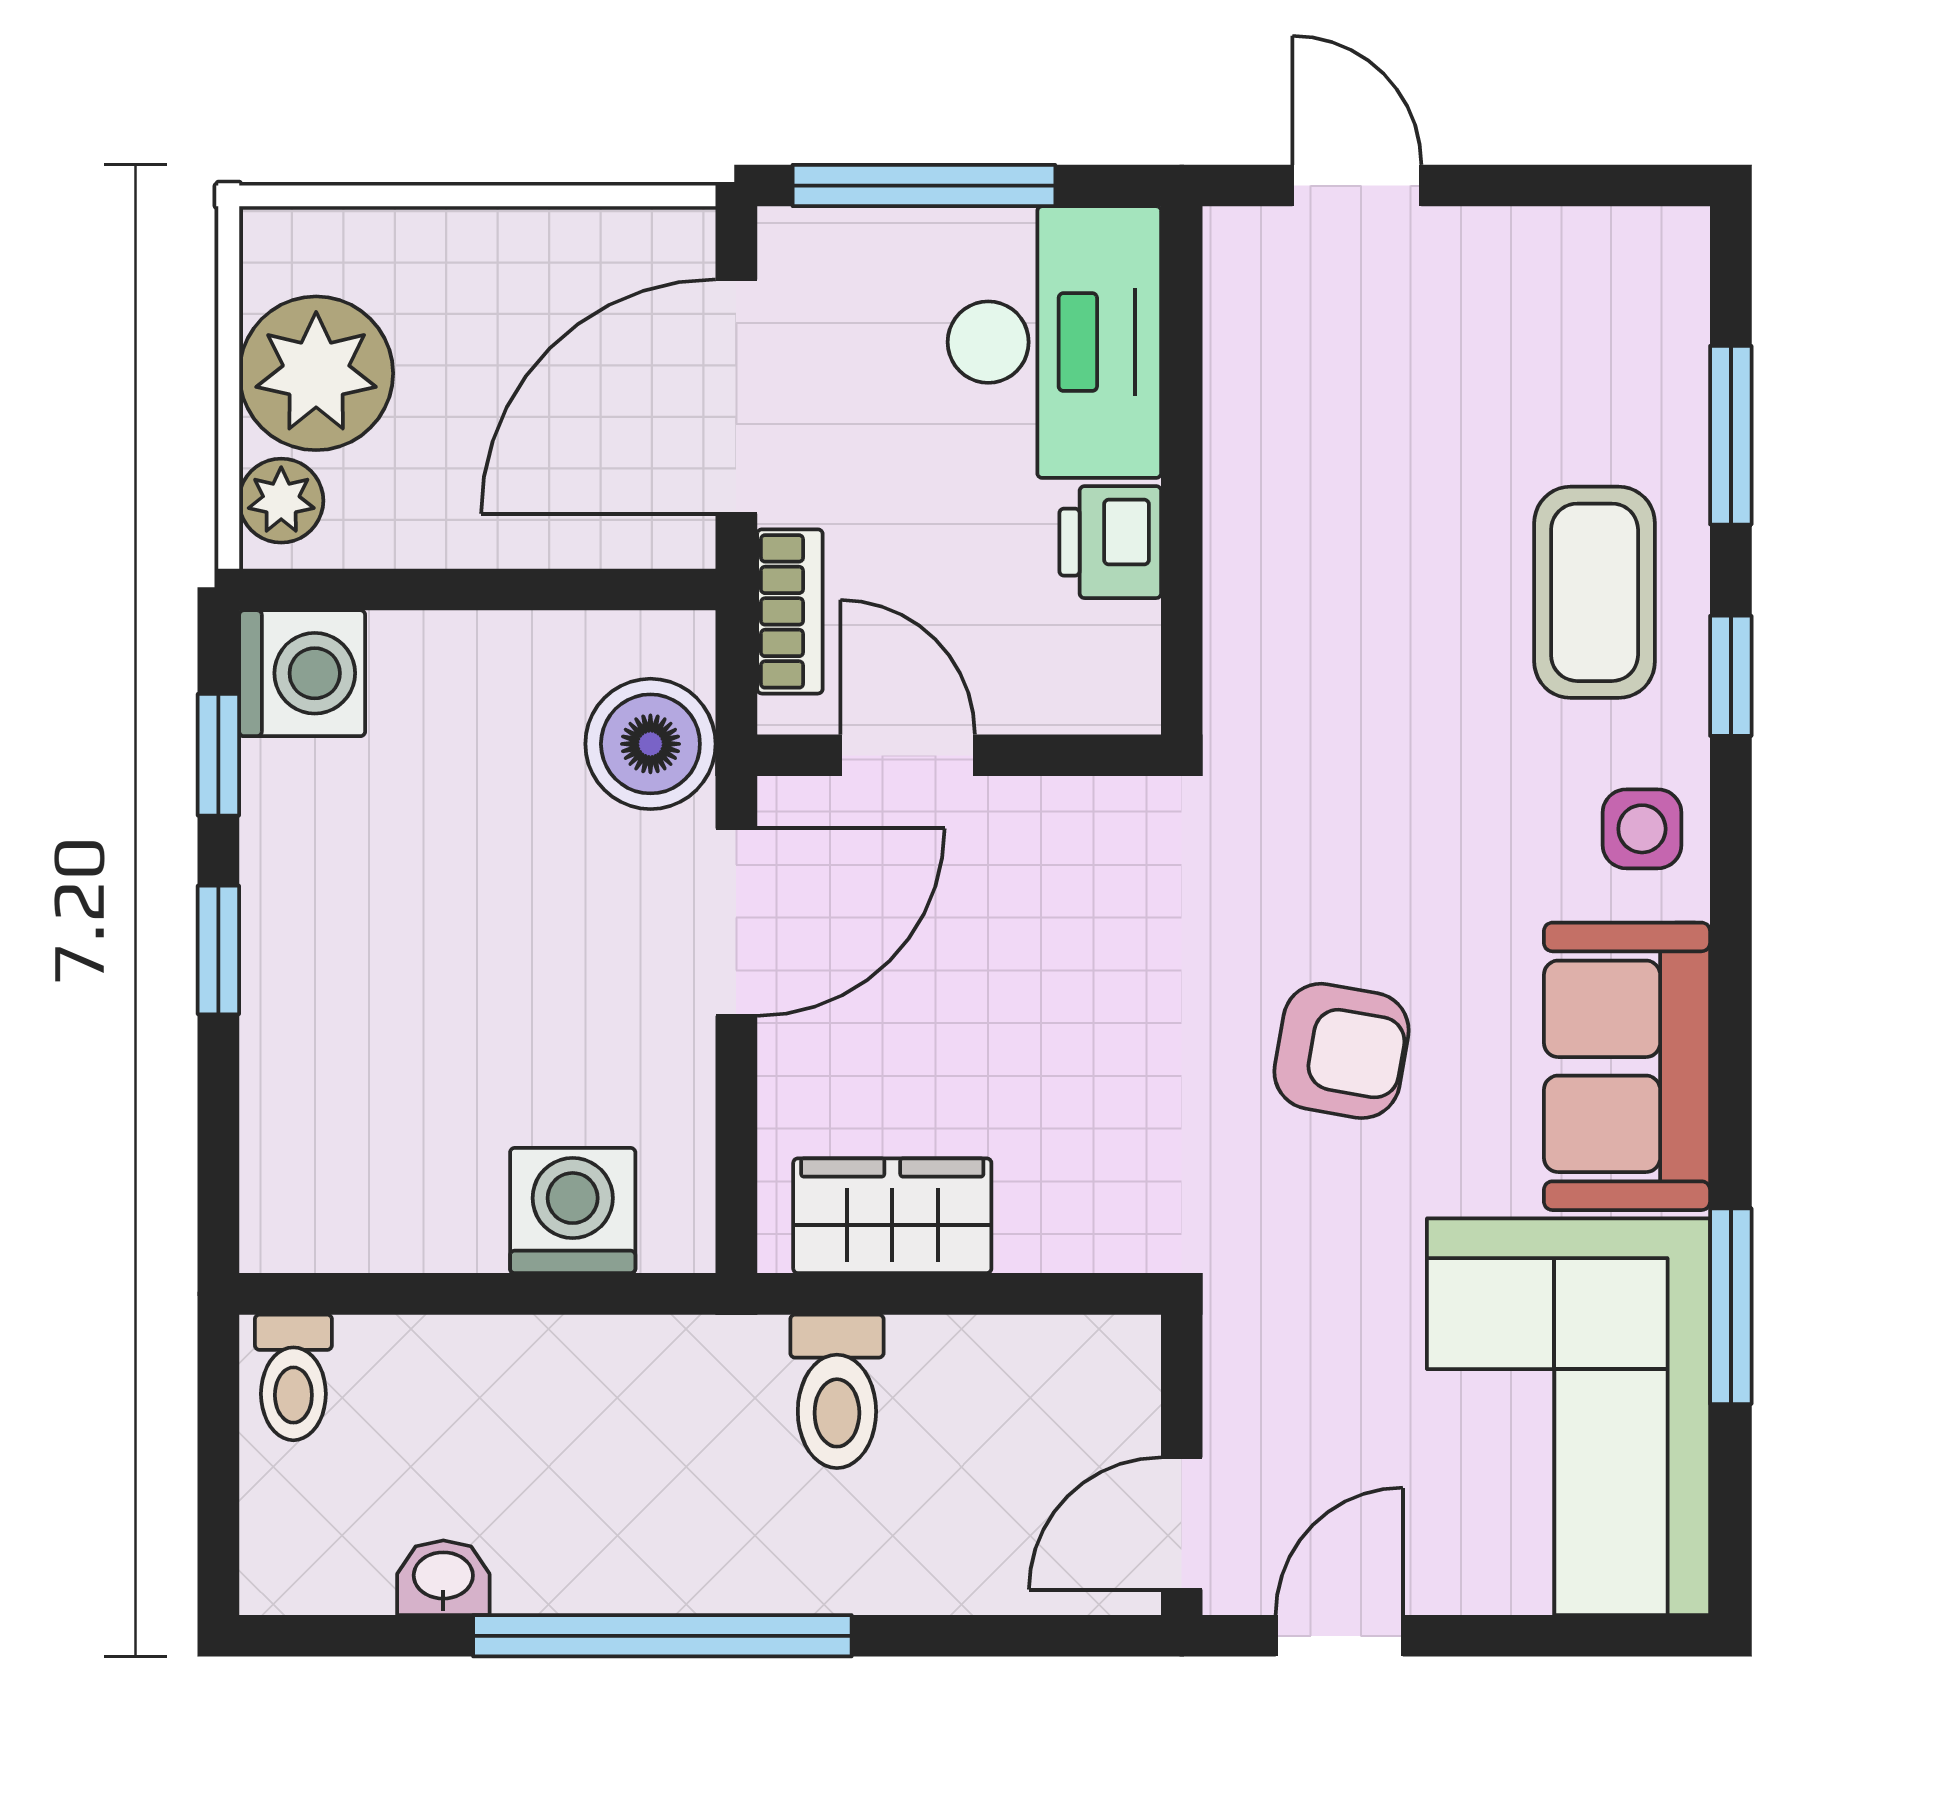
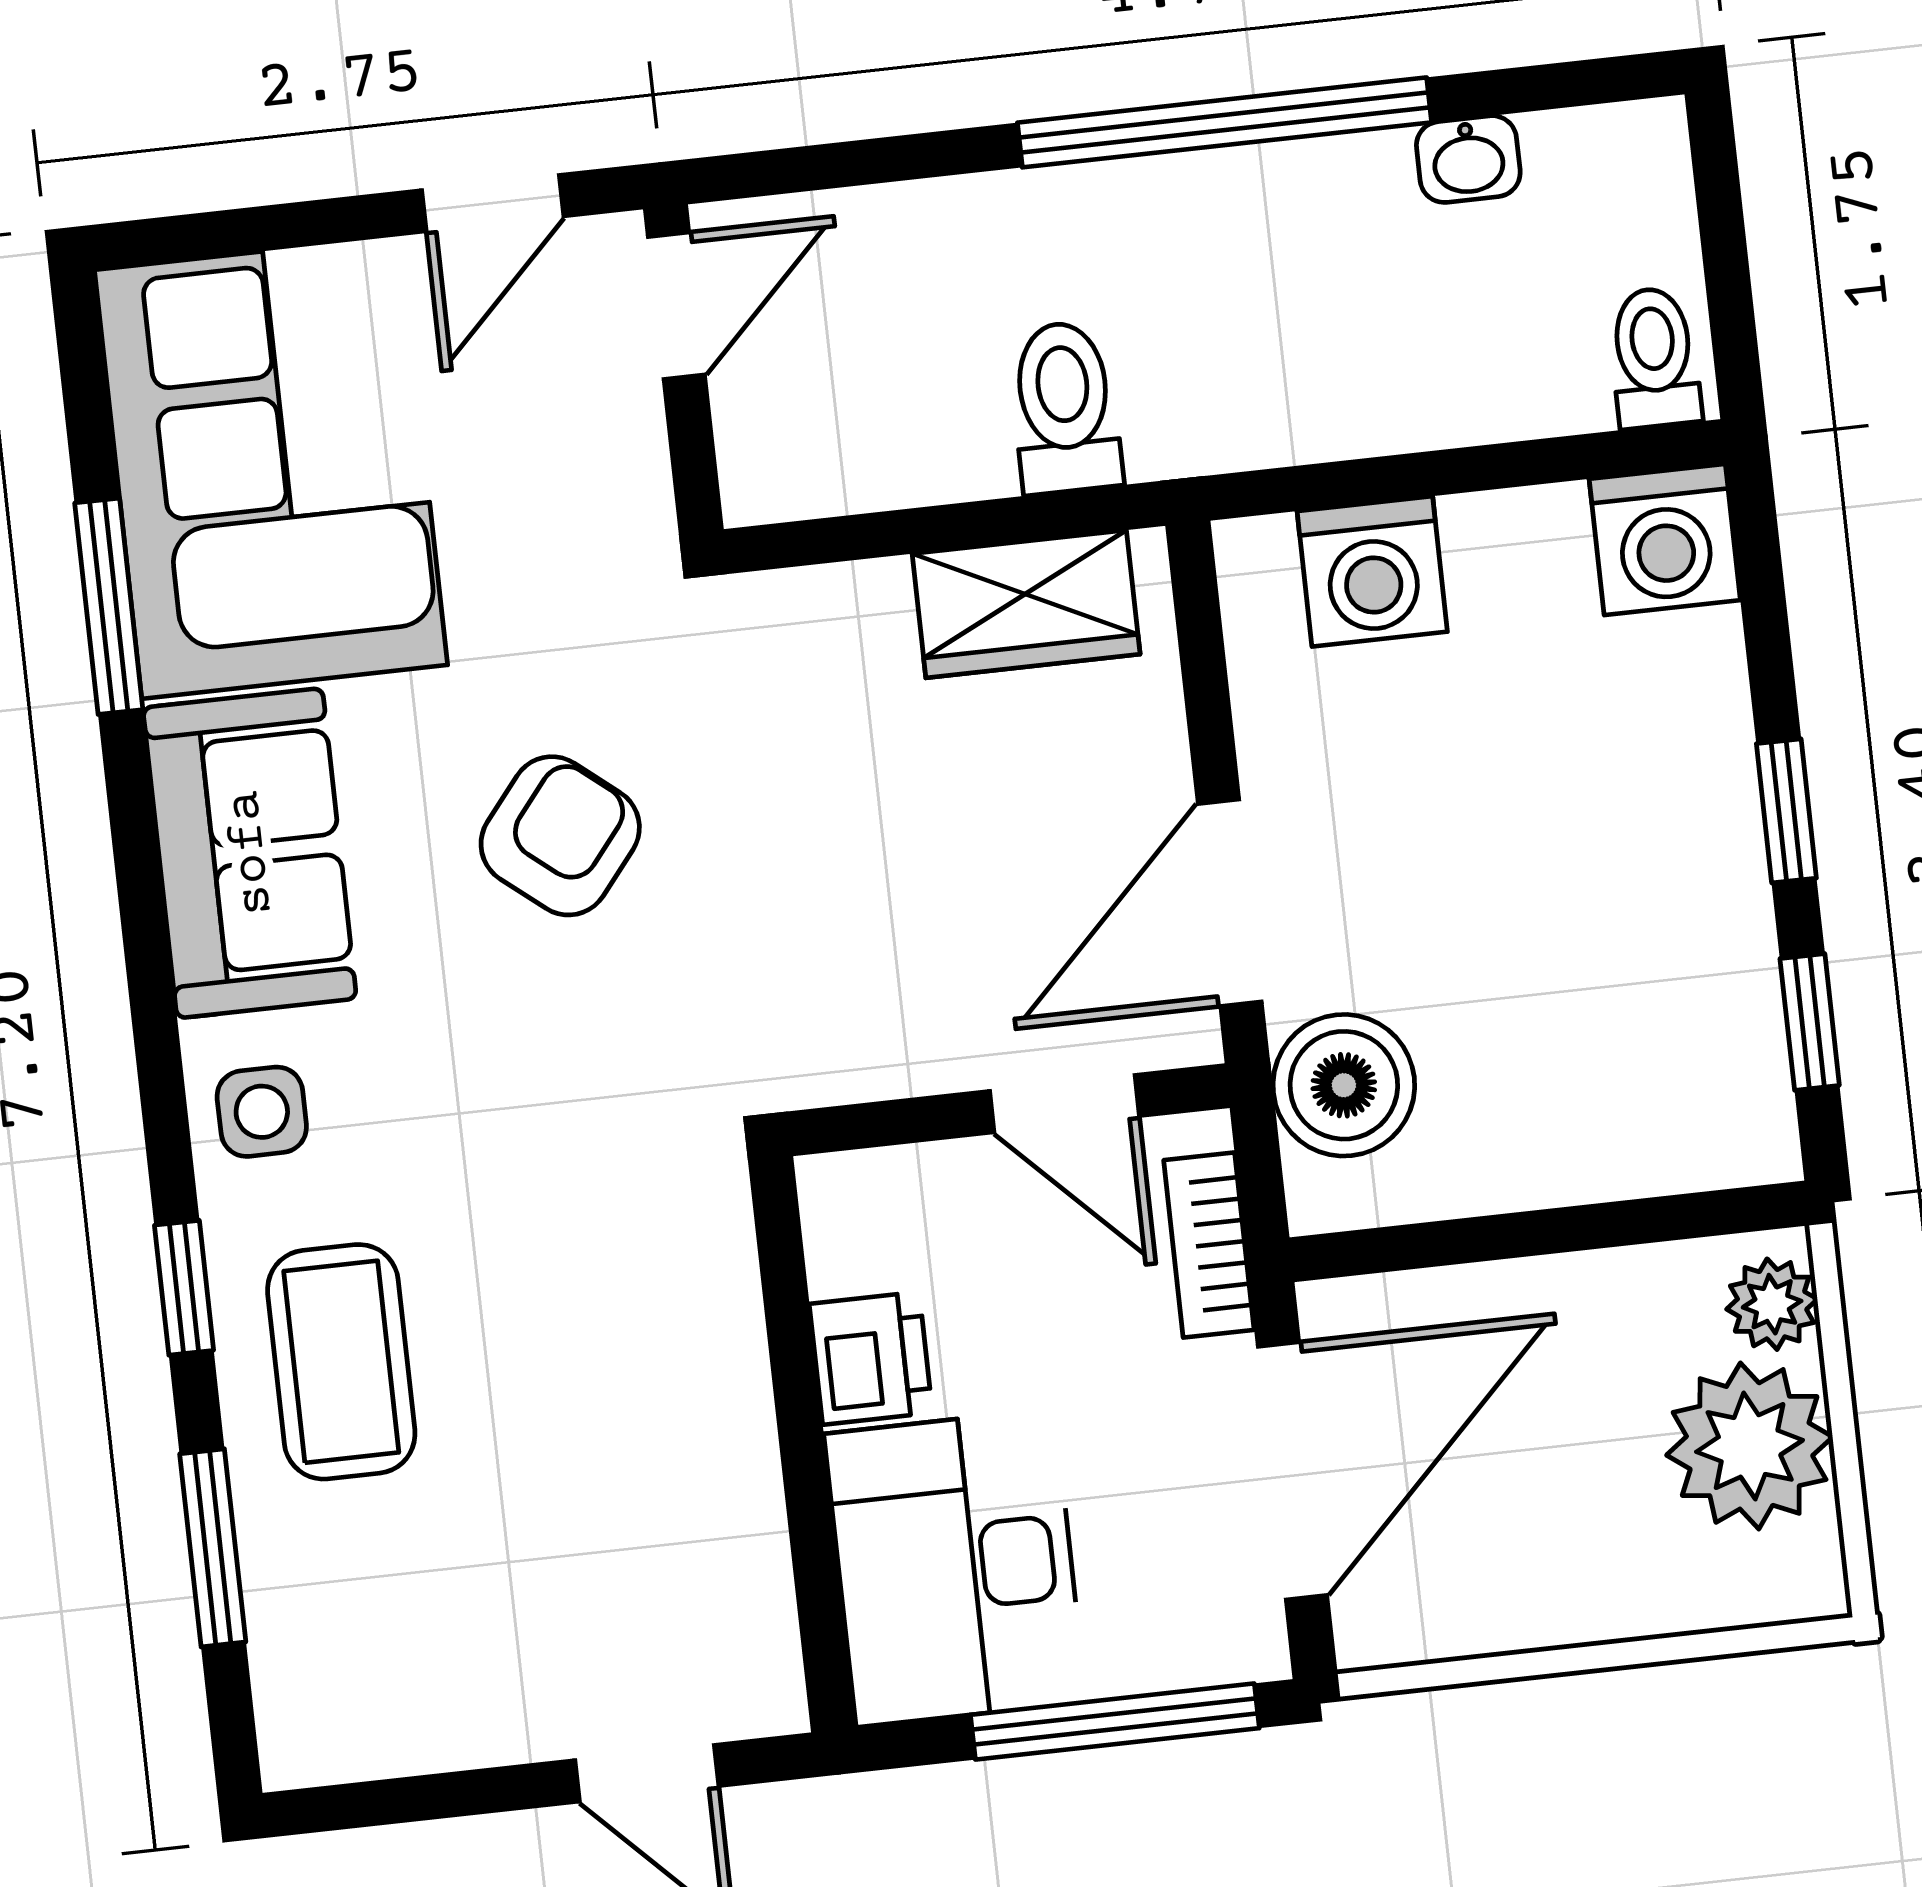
washing machine: (302, 673) -> (1665, 540), moved, turned -90
armchair: (1341, 1051) -> (560, 836), turned 119

